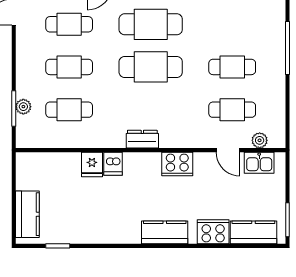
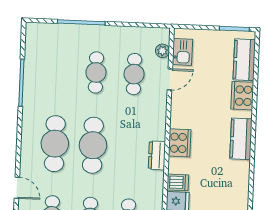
cooker: (177, 164) -> (180, 143), moved

